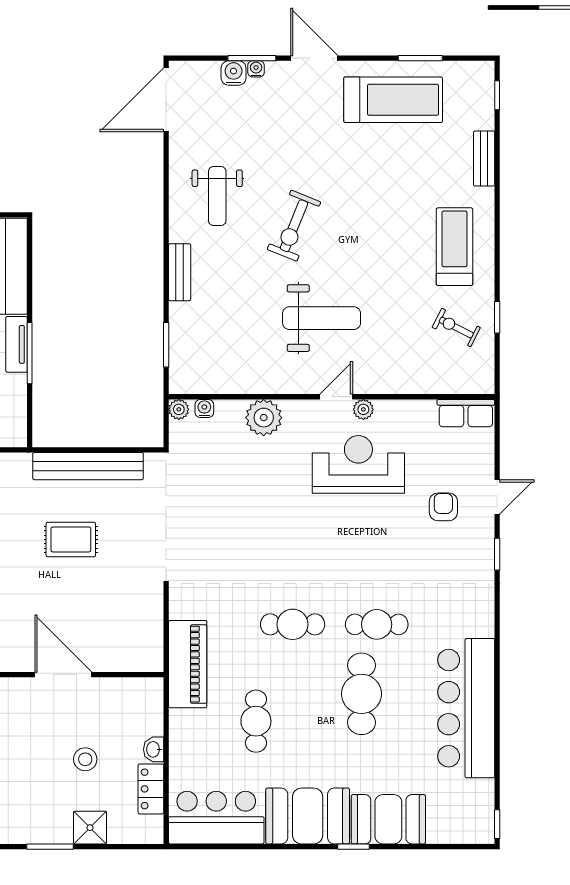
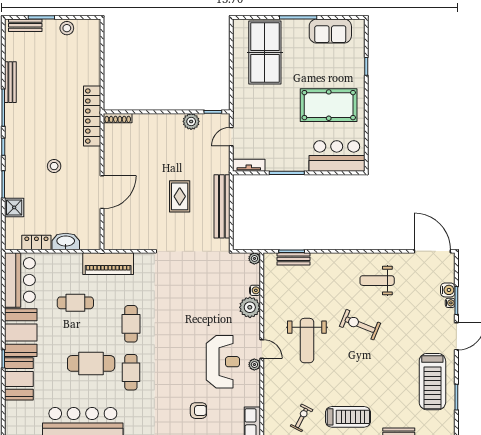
bench: (180, 272) -> (294, 259), moved
tv unit: (17, 344) -> (249, 165), moved
water cooler: (204, 408) -> (255, 290), moved
washbasin: (154, 749) -> (66, 241), width x1.91, depth x1.45
stool: (85, 759) -> (54, 166), moved

